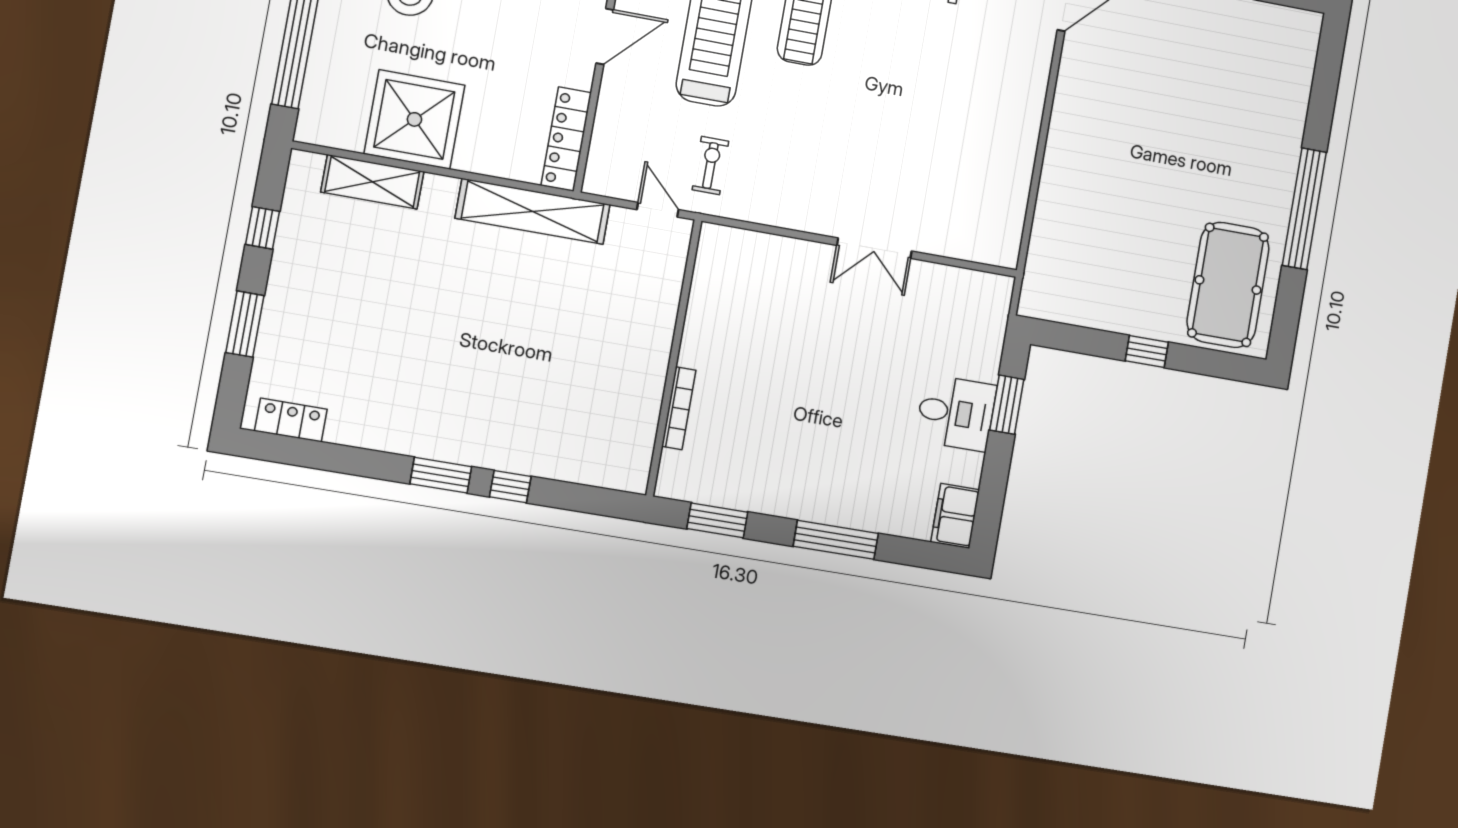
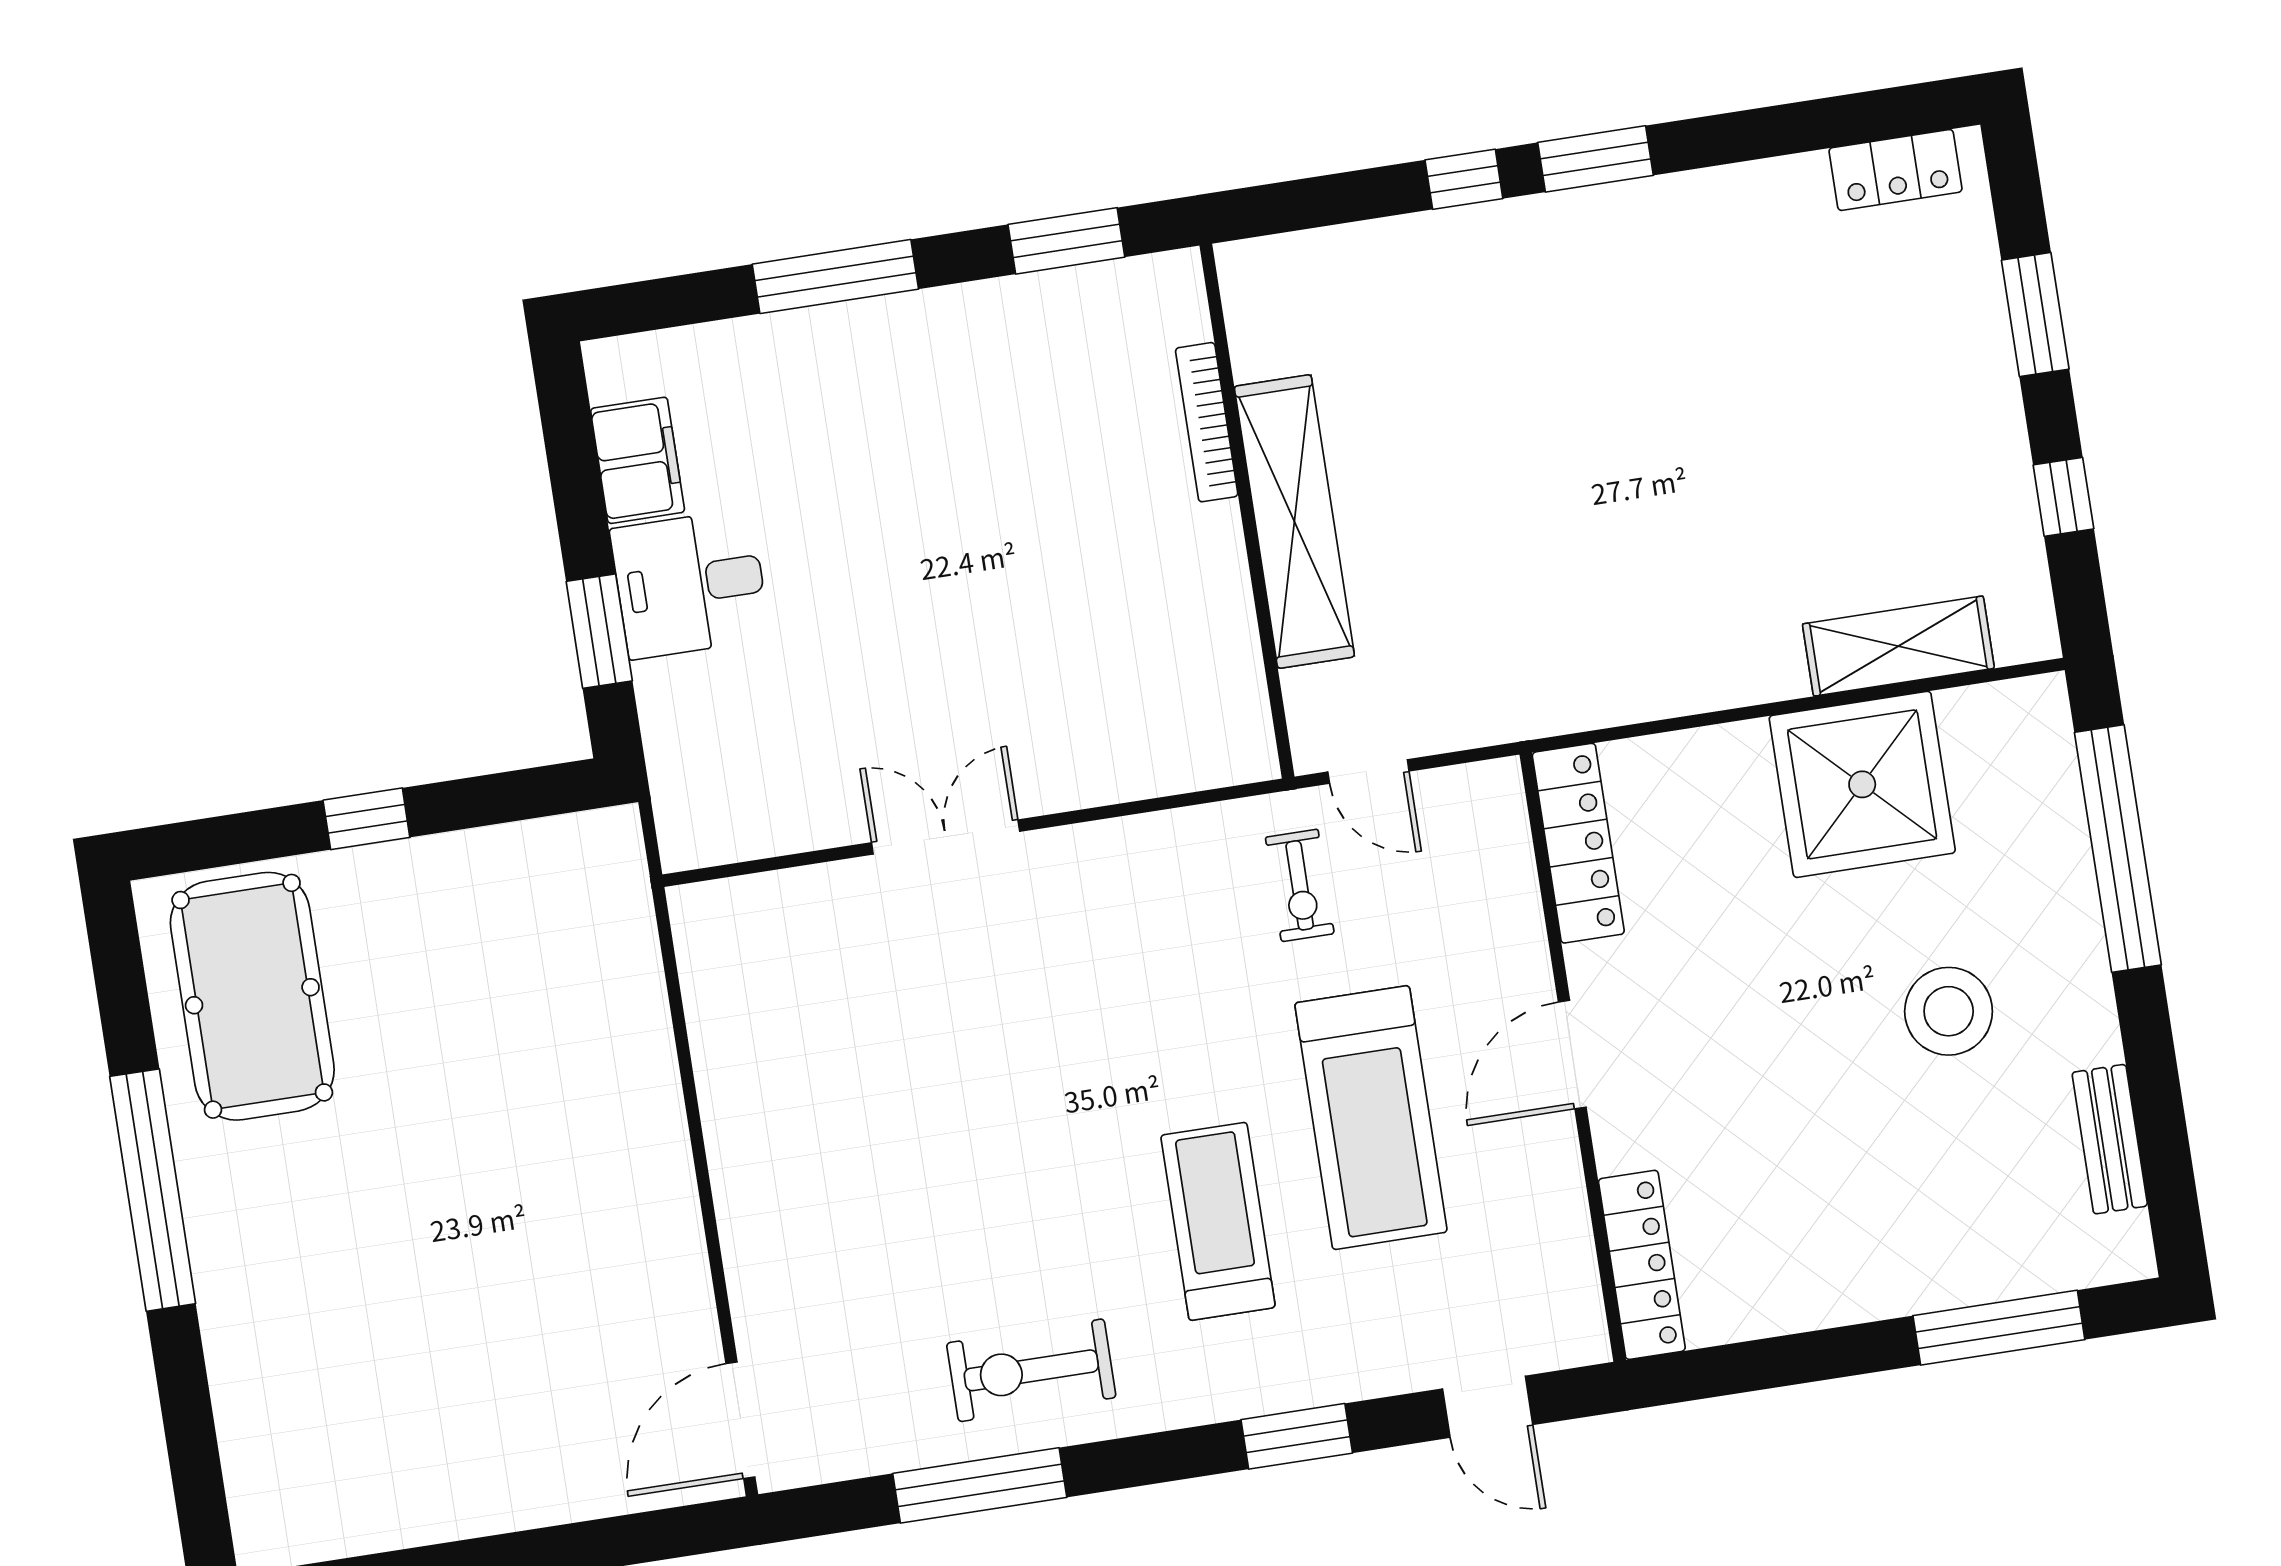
shelving: (533, 211) -> (1294, 522), moved, turned 90
filing cabinet: (955, 516) -> (638, 460), moved

